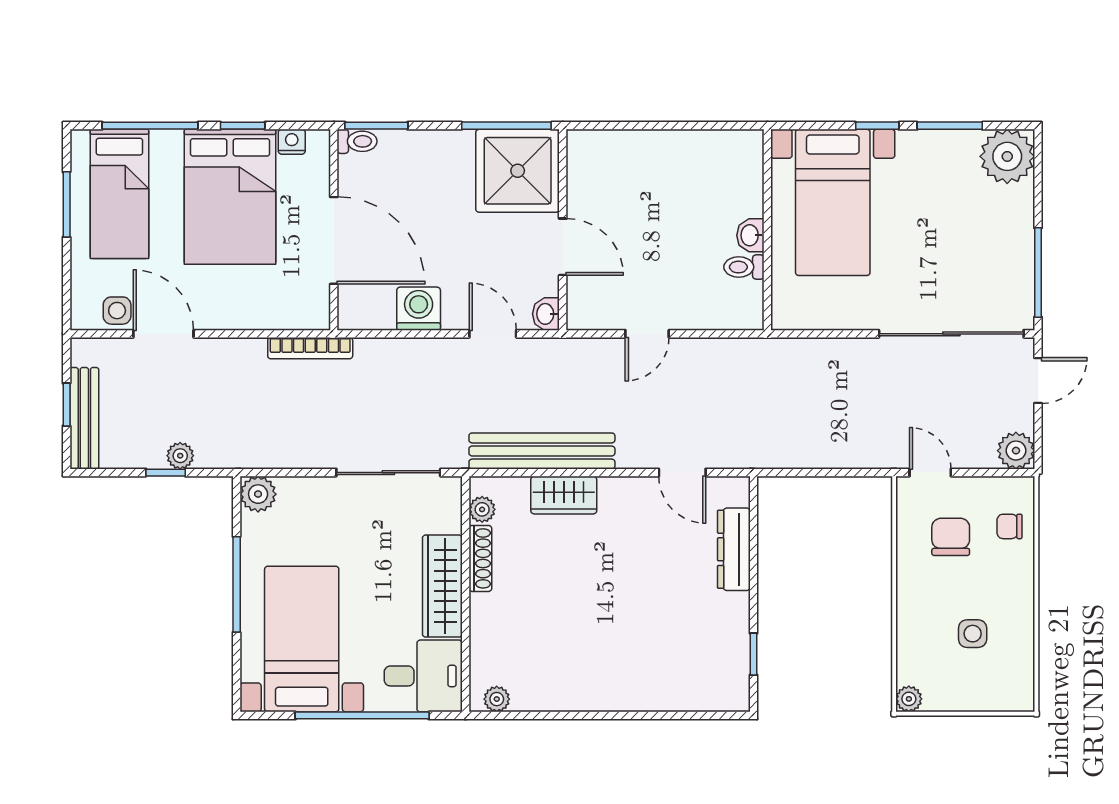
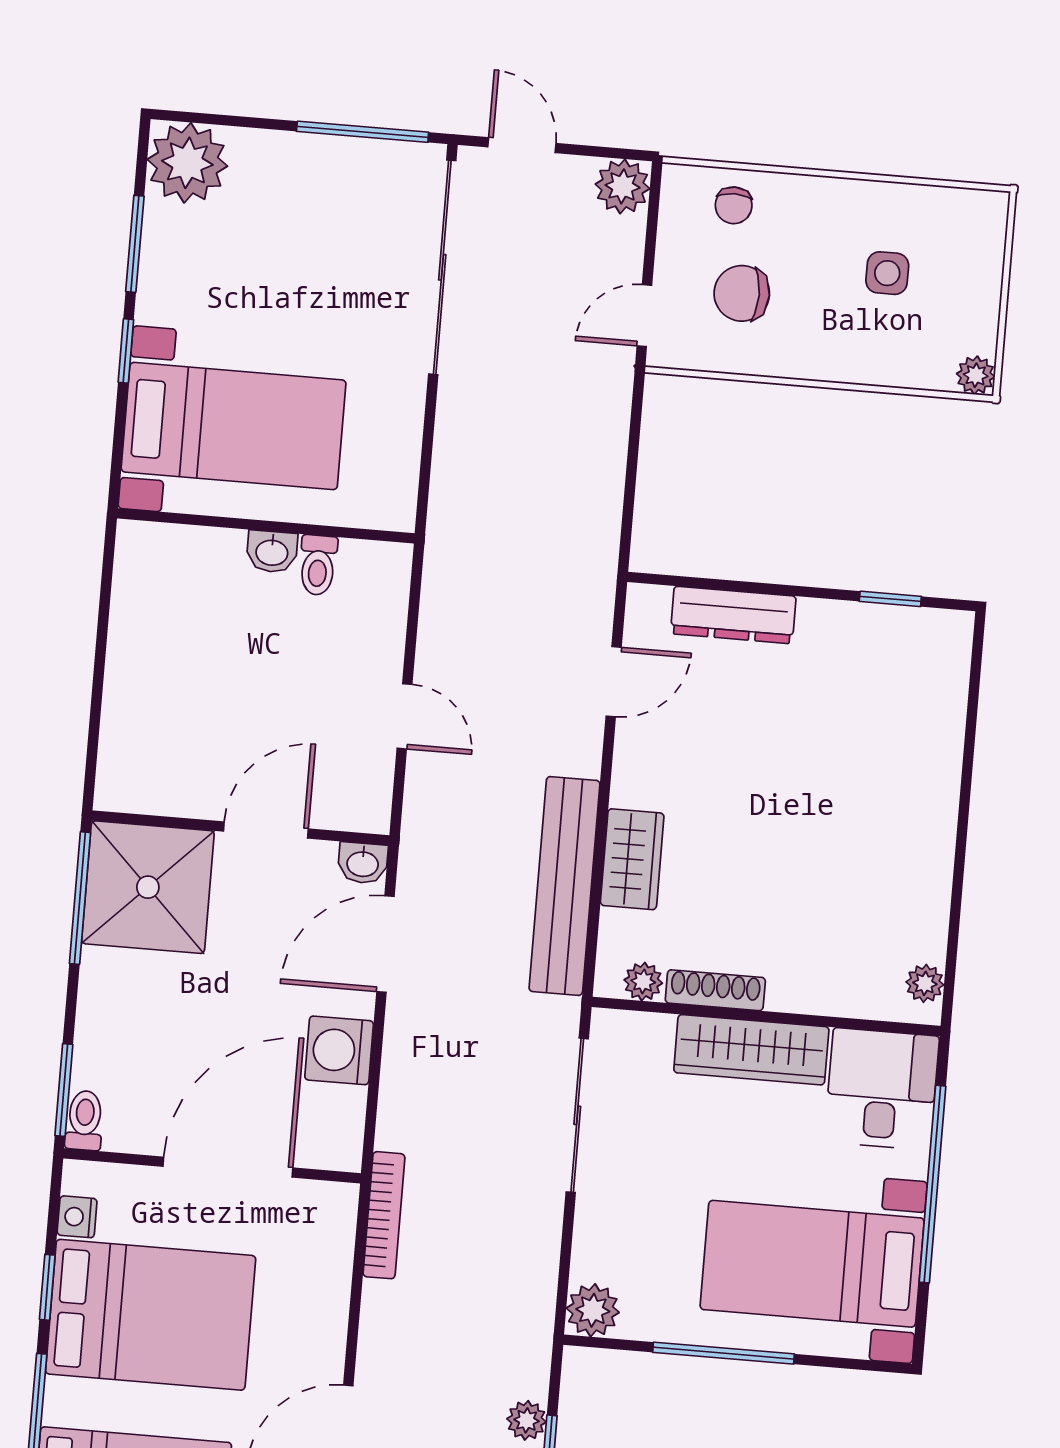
door: (493, 334) -> (385, 944), width x1.38

